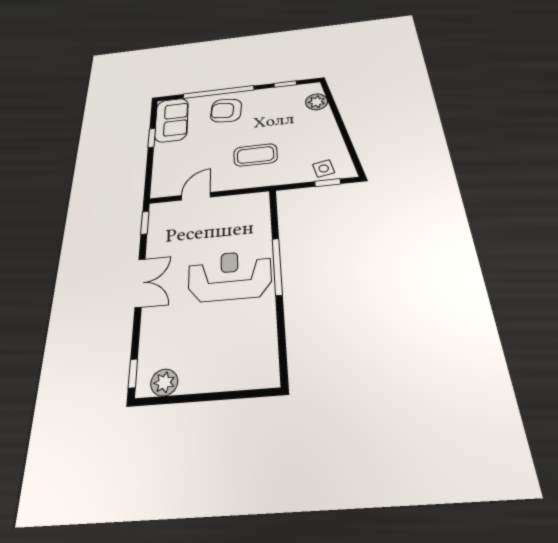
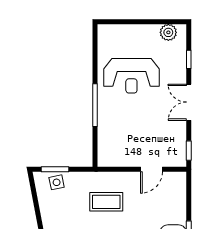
window: (328, 183) -> (55, 169), width x1.50
reception desk: (230, 276) -> (131, 76), moved
window: (133, 373) -> (189, 59), moved

